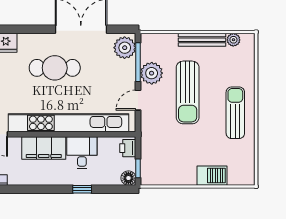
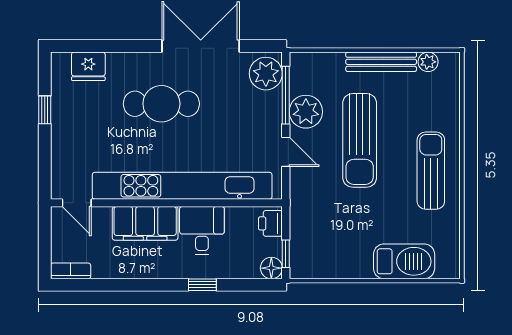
door: (138, 100) -> (286, 152), swing flipped
barbecue: (212, 176) -> (404, 261), width x1.37, depth x1.21

